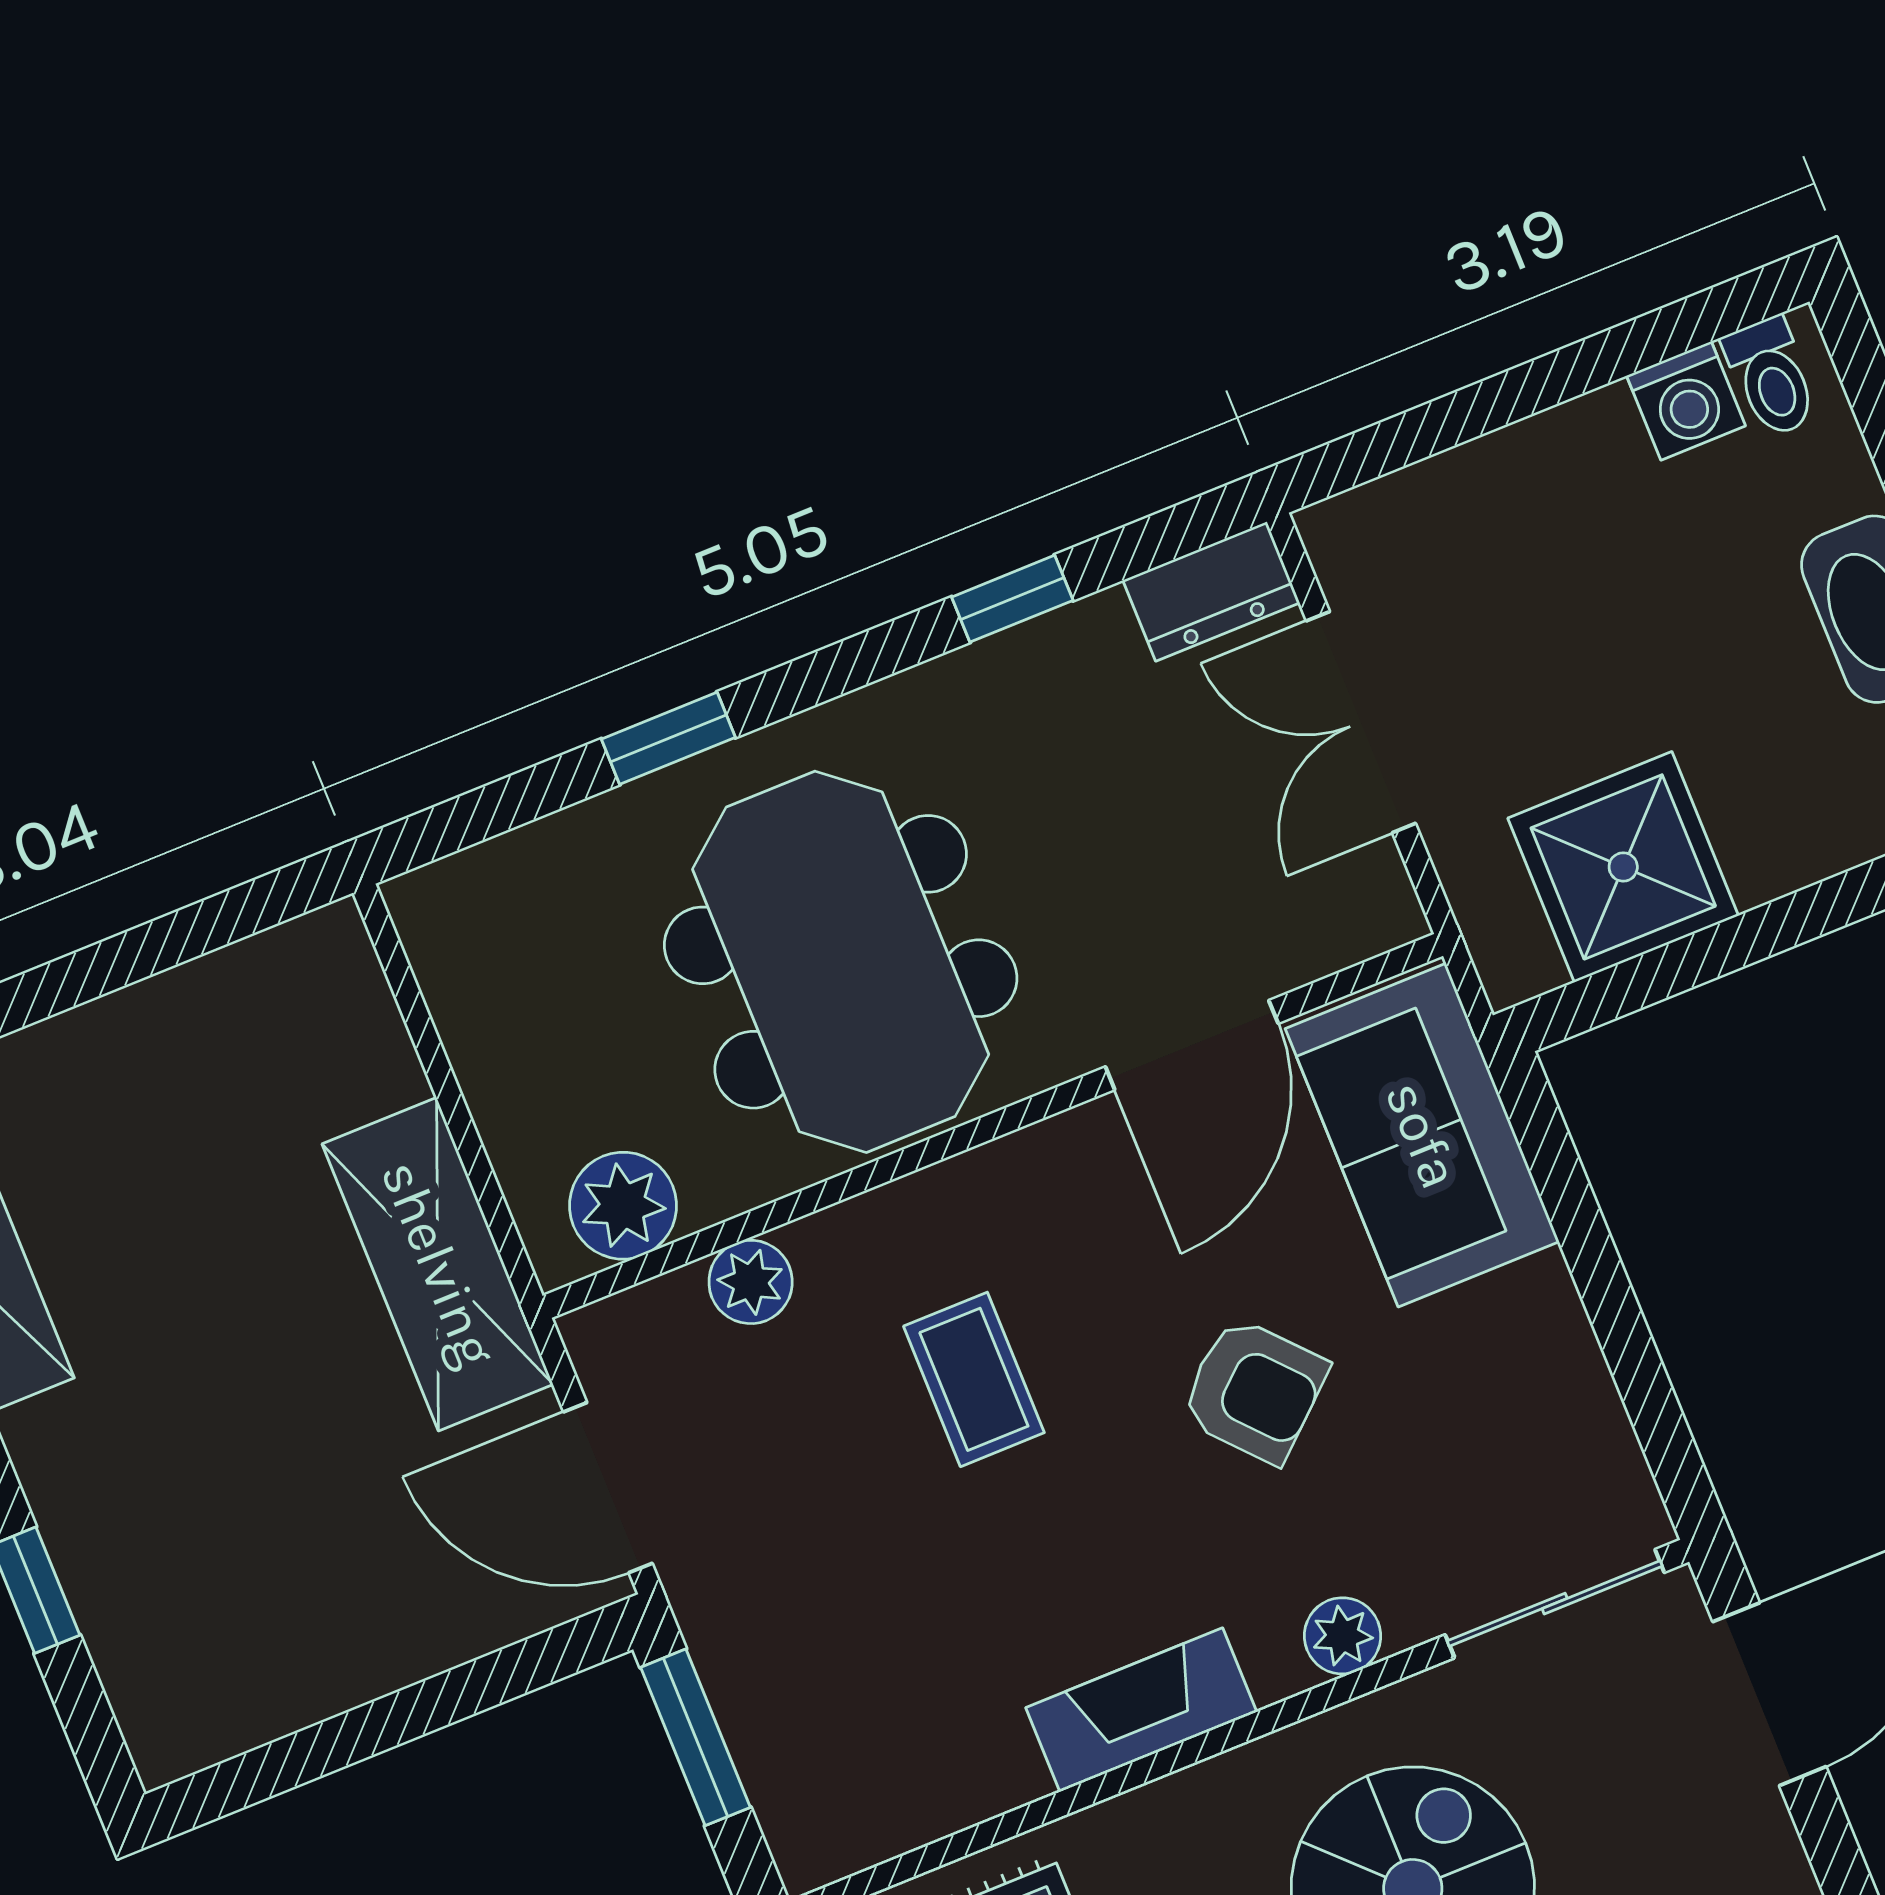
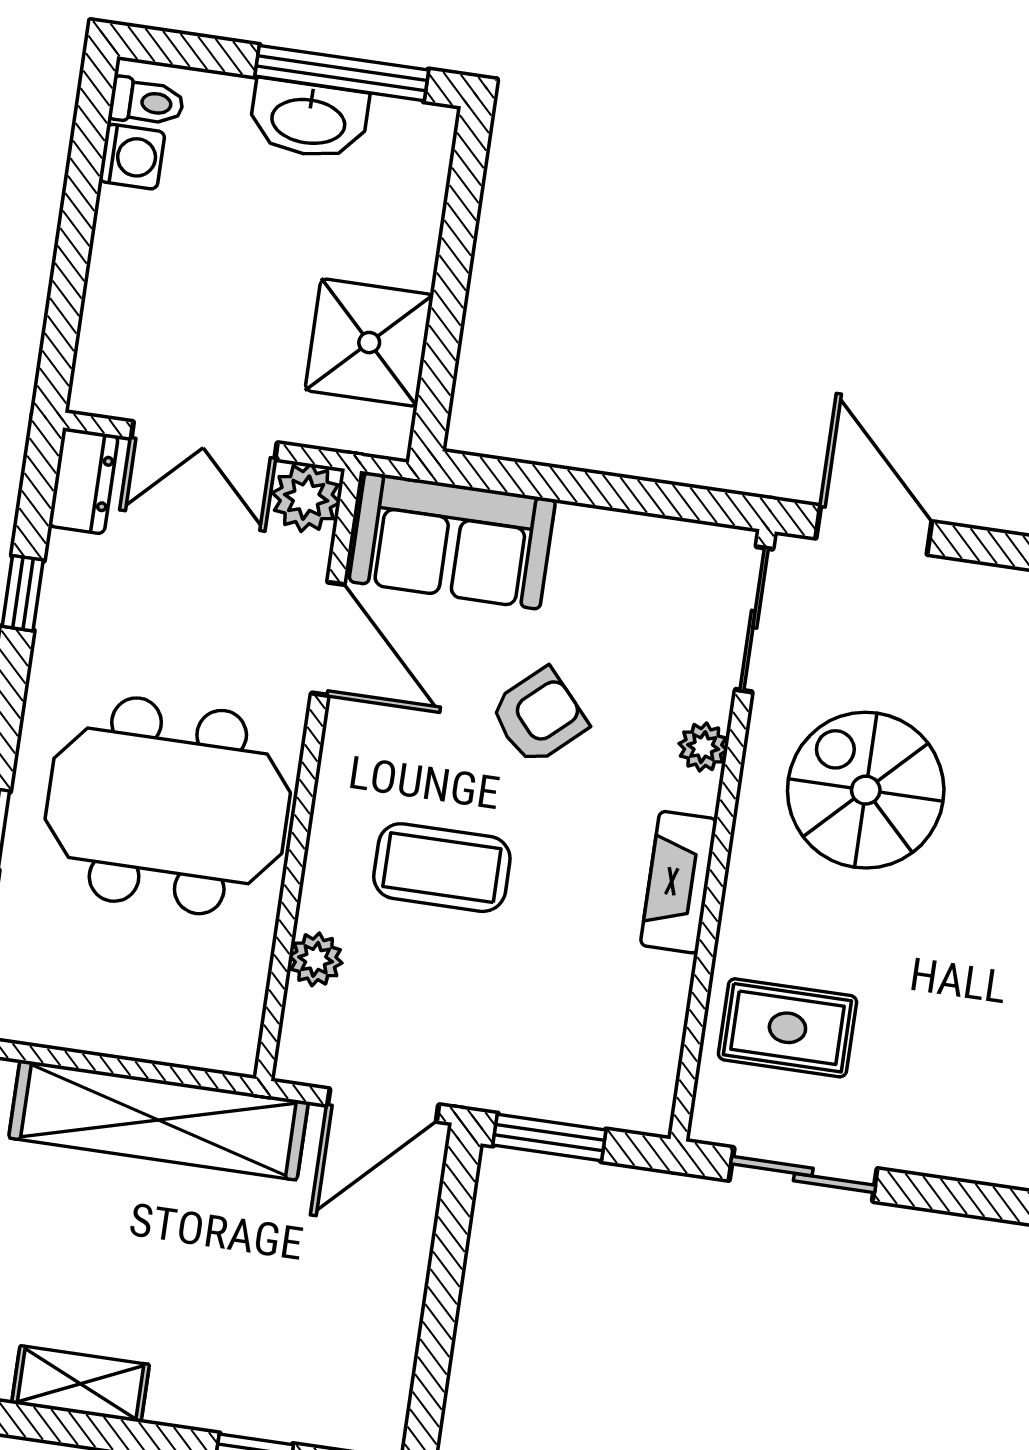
plant: (623, 1206) -> (306, 498), moved
shelving: (438, 1264) -> (158, 1120), width x1.47
coffee table: (974, 1379) -> (442, 868), width x1.36, depth x1.30

